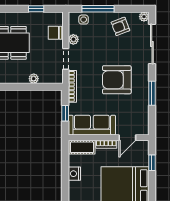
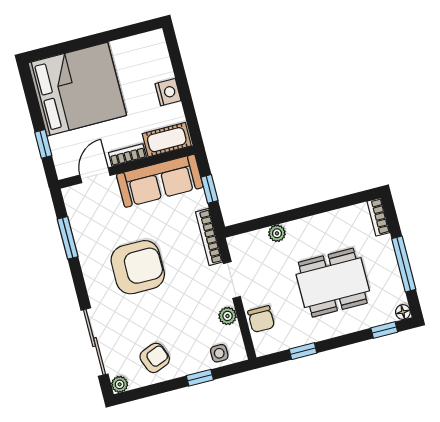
window: (98, 9) -> (200, 378), width x0.46
chair: (55, 33) -> (261, 319), turned 90
window: (152, 93) -> (68, 238), moved

